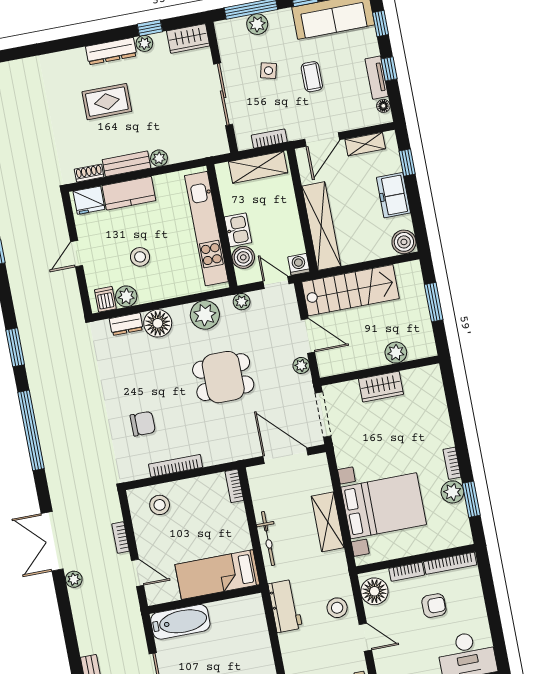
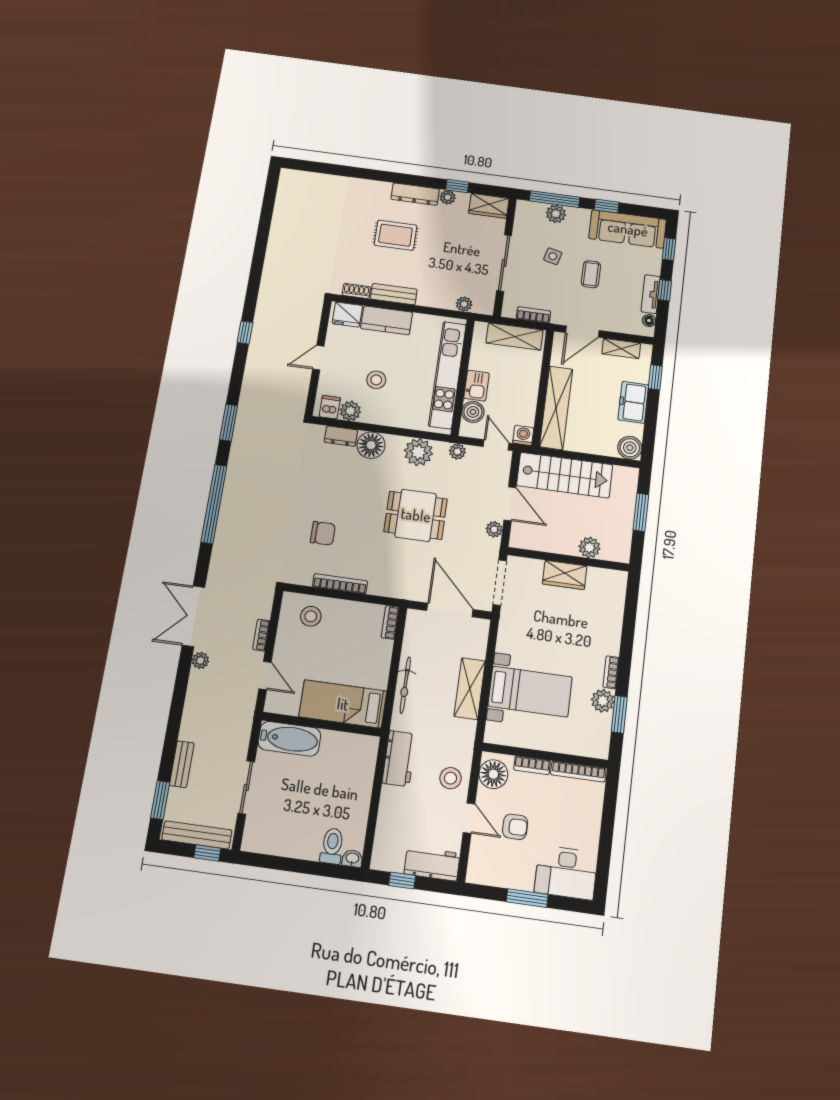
plant: (159, 158) -> (464, 304), moved
bed with nightstands: (384, 506) -> (530, 691), width x0.73
armchair: (434, 606) -> (515, 827), moved

